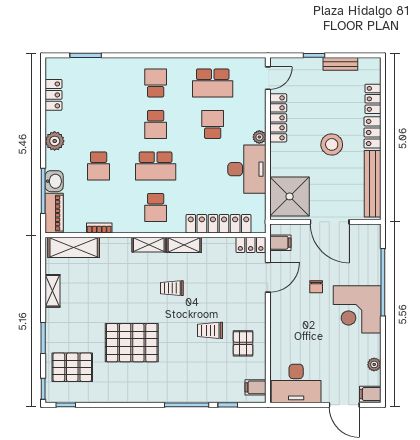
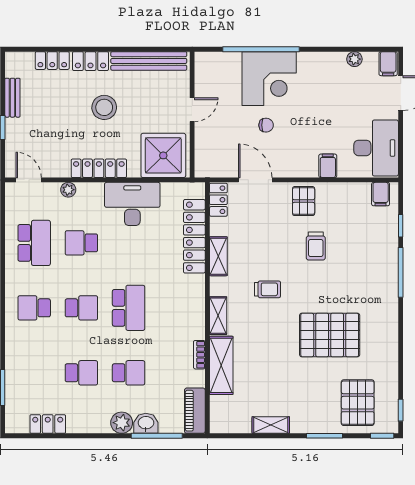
locker: (278, 118) -> (99, 168), moved
plant: (259, 137) -> (68, 190), moved
plant: (55, 141) -> (122, 423), moved
school desk: (156, 207) -> (81, 373), moved
piano: (54, 213) -> (195, 411), moved, turned -90
door: (330, 222) -> (192, 110), width x0.53
bookcase: (99, 228) -> (199, 355), moved
filing cabinet: (280, 243) -> (328, 166), moved
shelving: (184, 245) -> (218, 256), moved
shelving: (74, 247) -> (221, 365), moved
trolley: (172, 288) -> (268, 289), turned -90
corner desk: (357, 309) -> (269, 79), moved
pallet: (132, 343) -> (330, 335), turned 90
pallet: (243, 343) -> (304, 201), moved, turned 90

